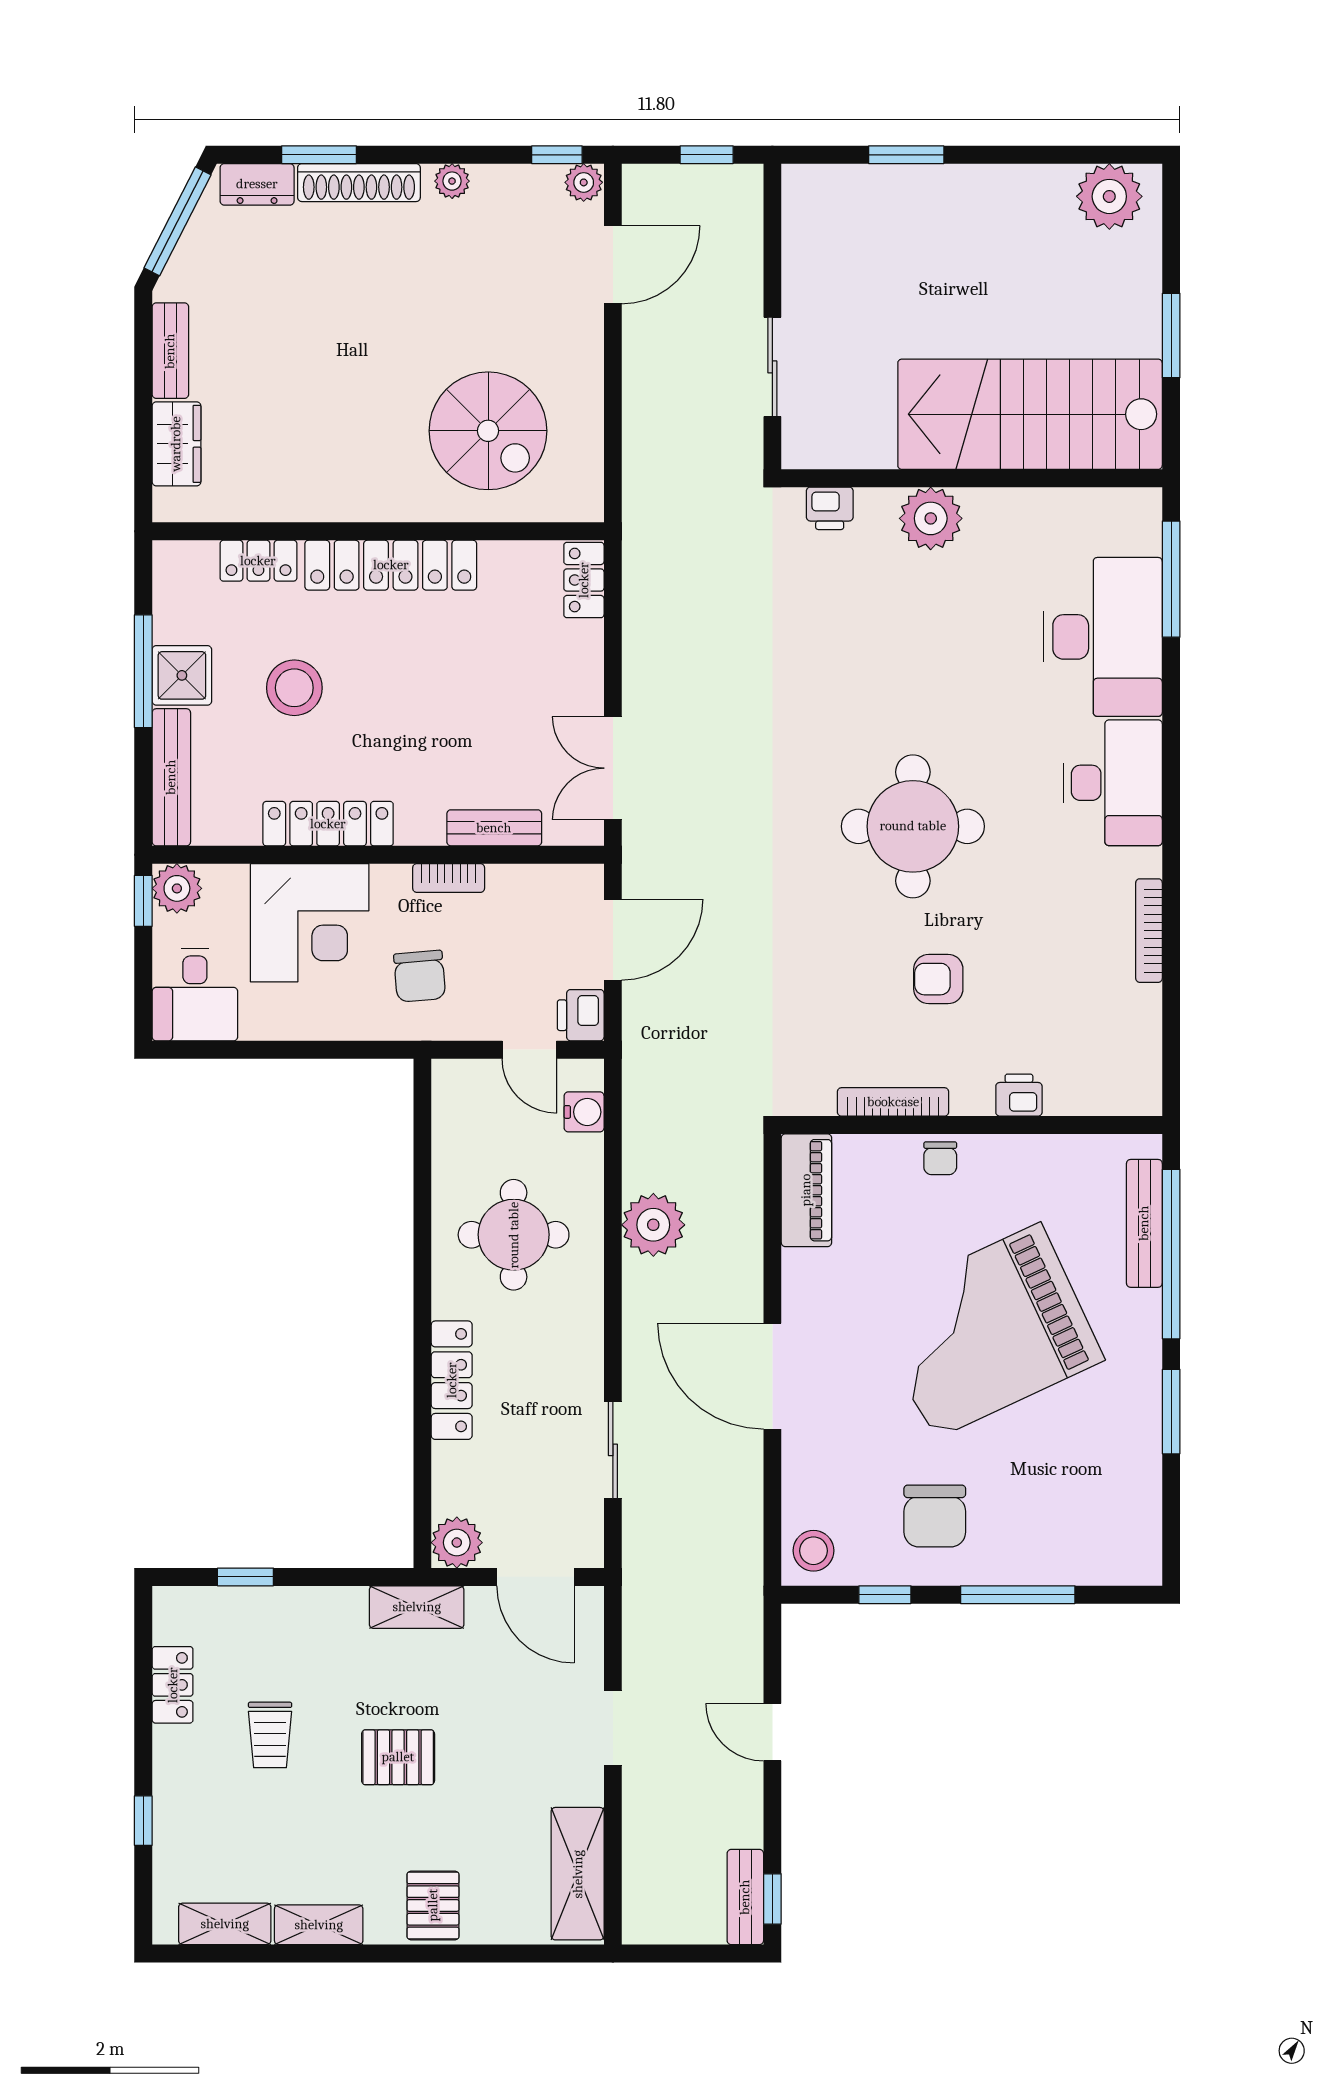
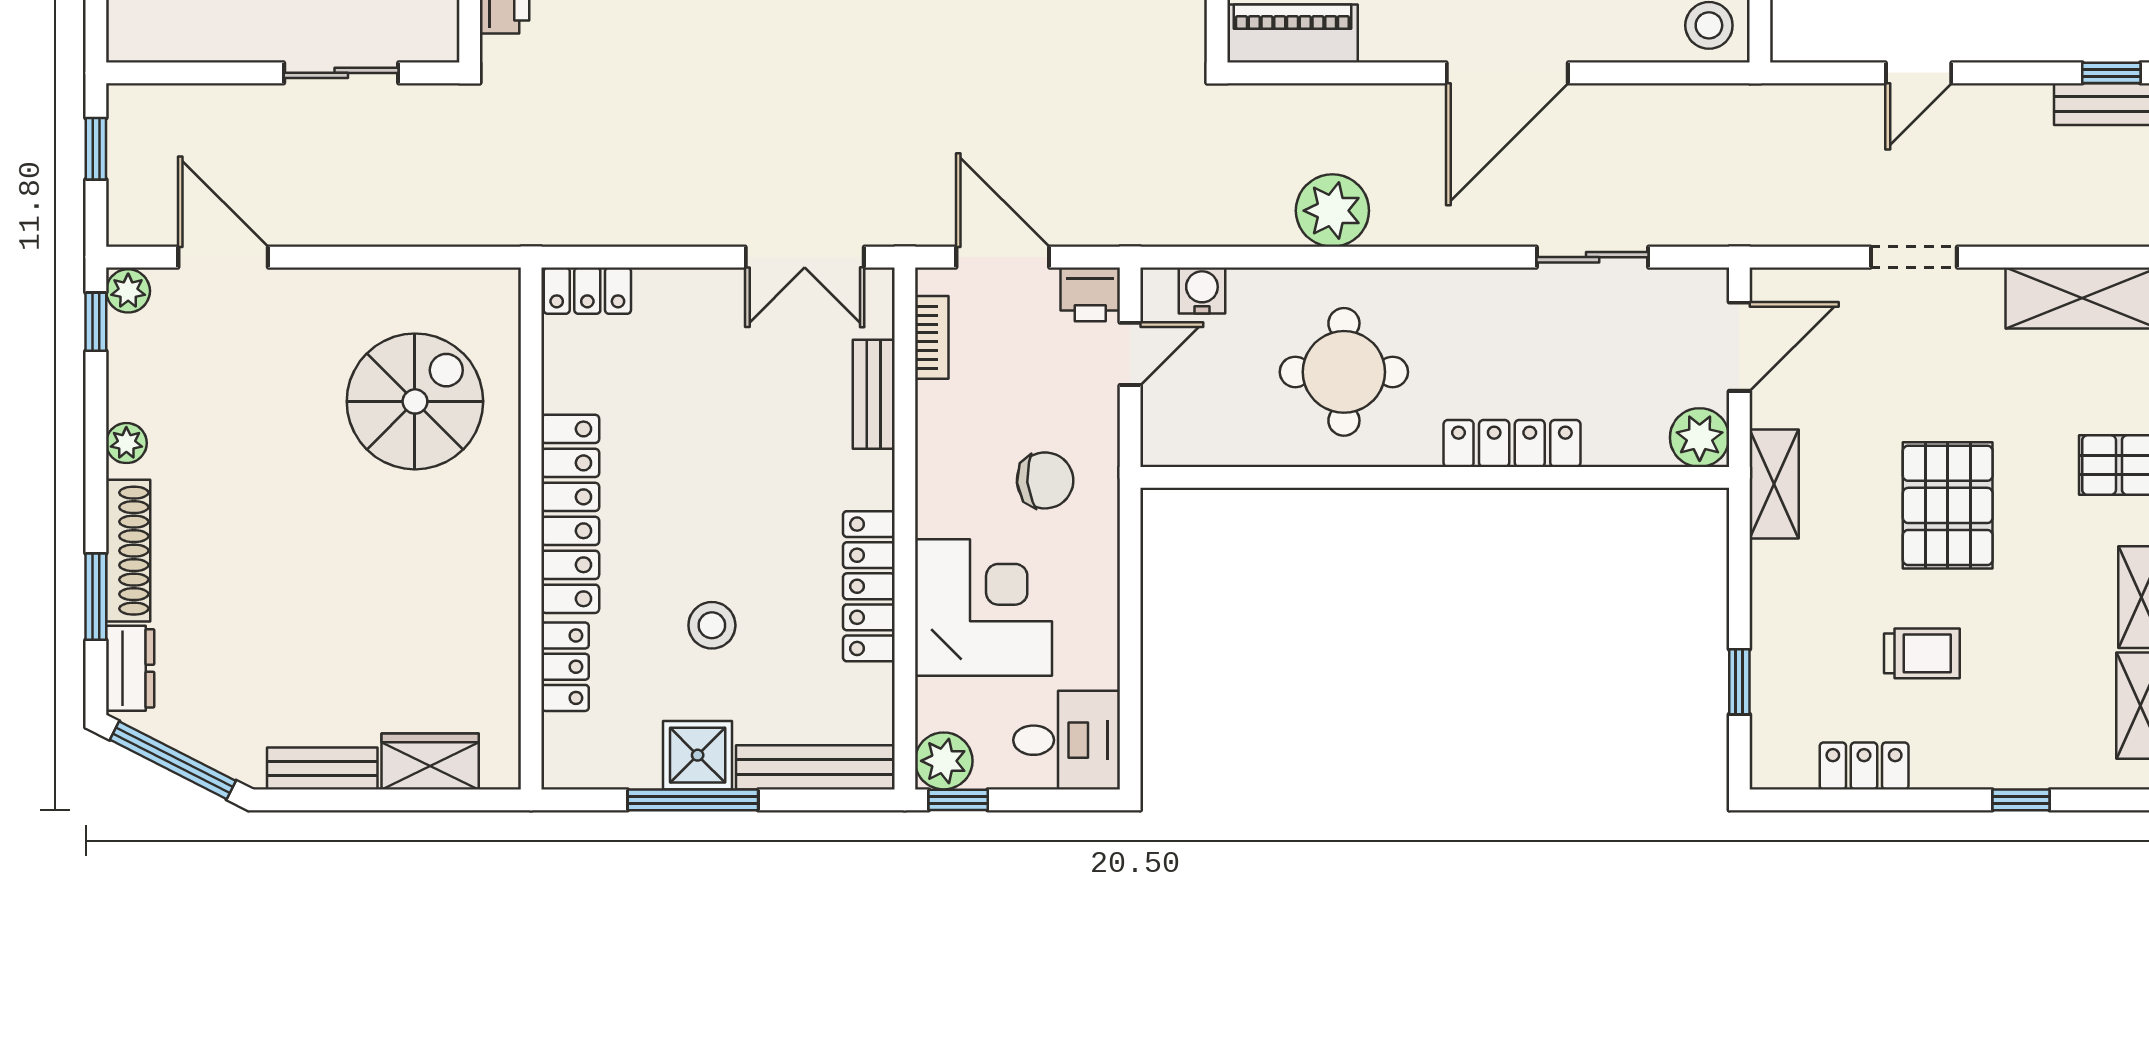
stool: (294, 688) -> (712, 625), width x0.73, depth x0.73
bookcase: (449, 878) -> (932, 337), moved
pallet: (398, 1757) -> (1948, 505), width x1.50, depth x1.42

